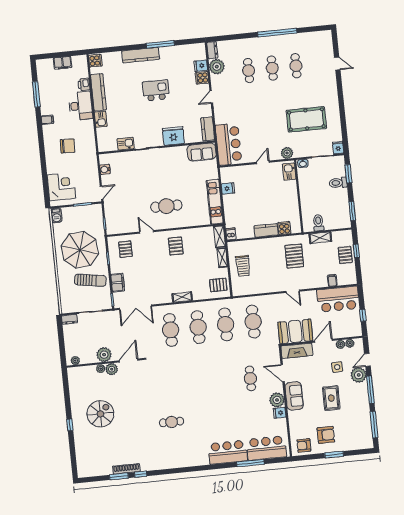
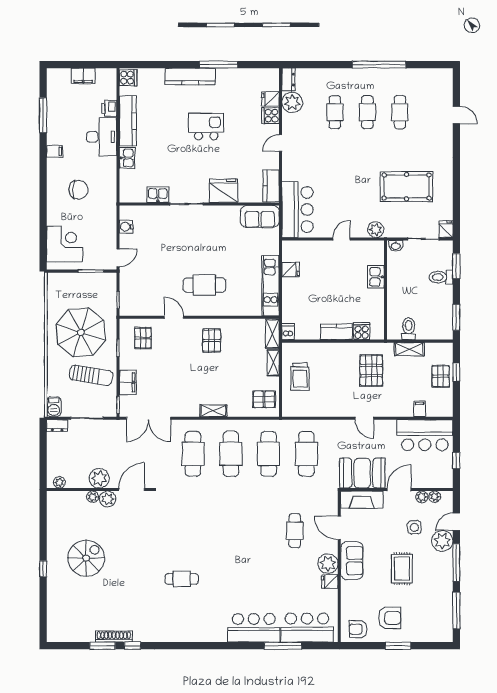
kitchen sink: (289, 172) -> (376, 277), moved
barbecue: (56, 215) -> (54, 407), moved

